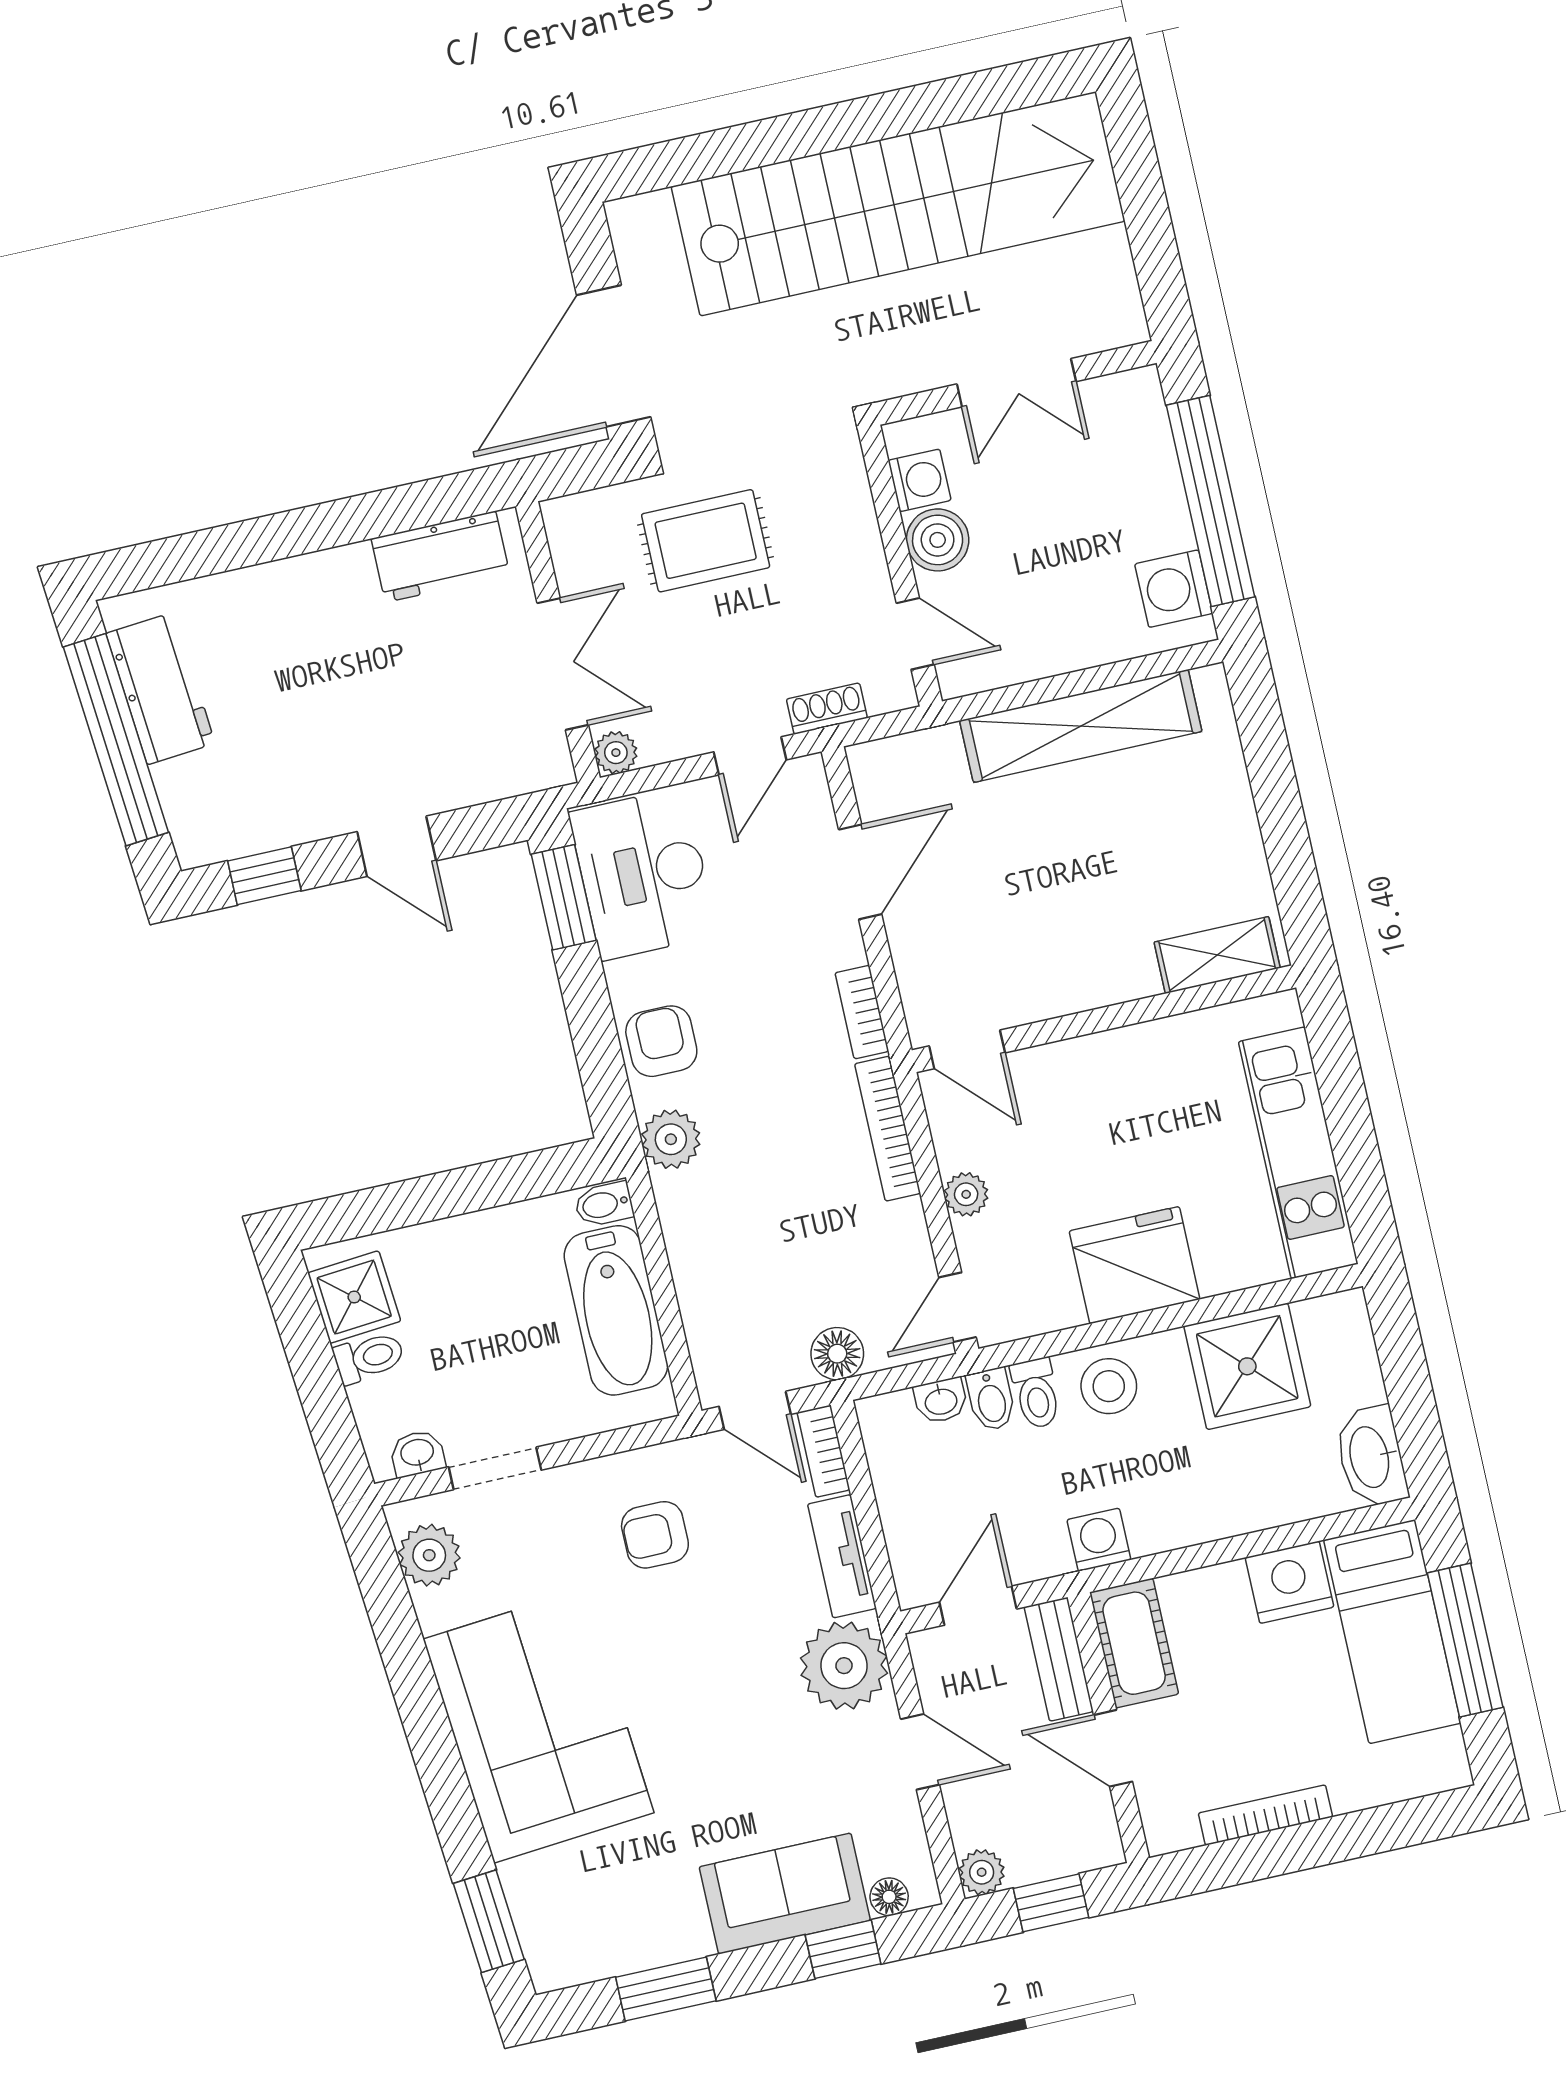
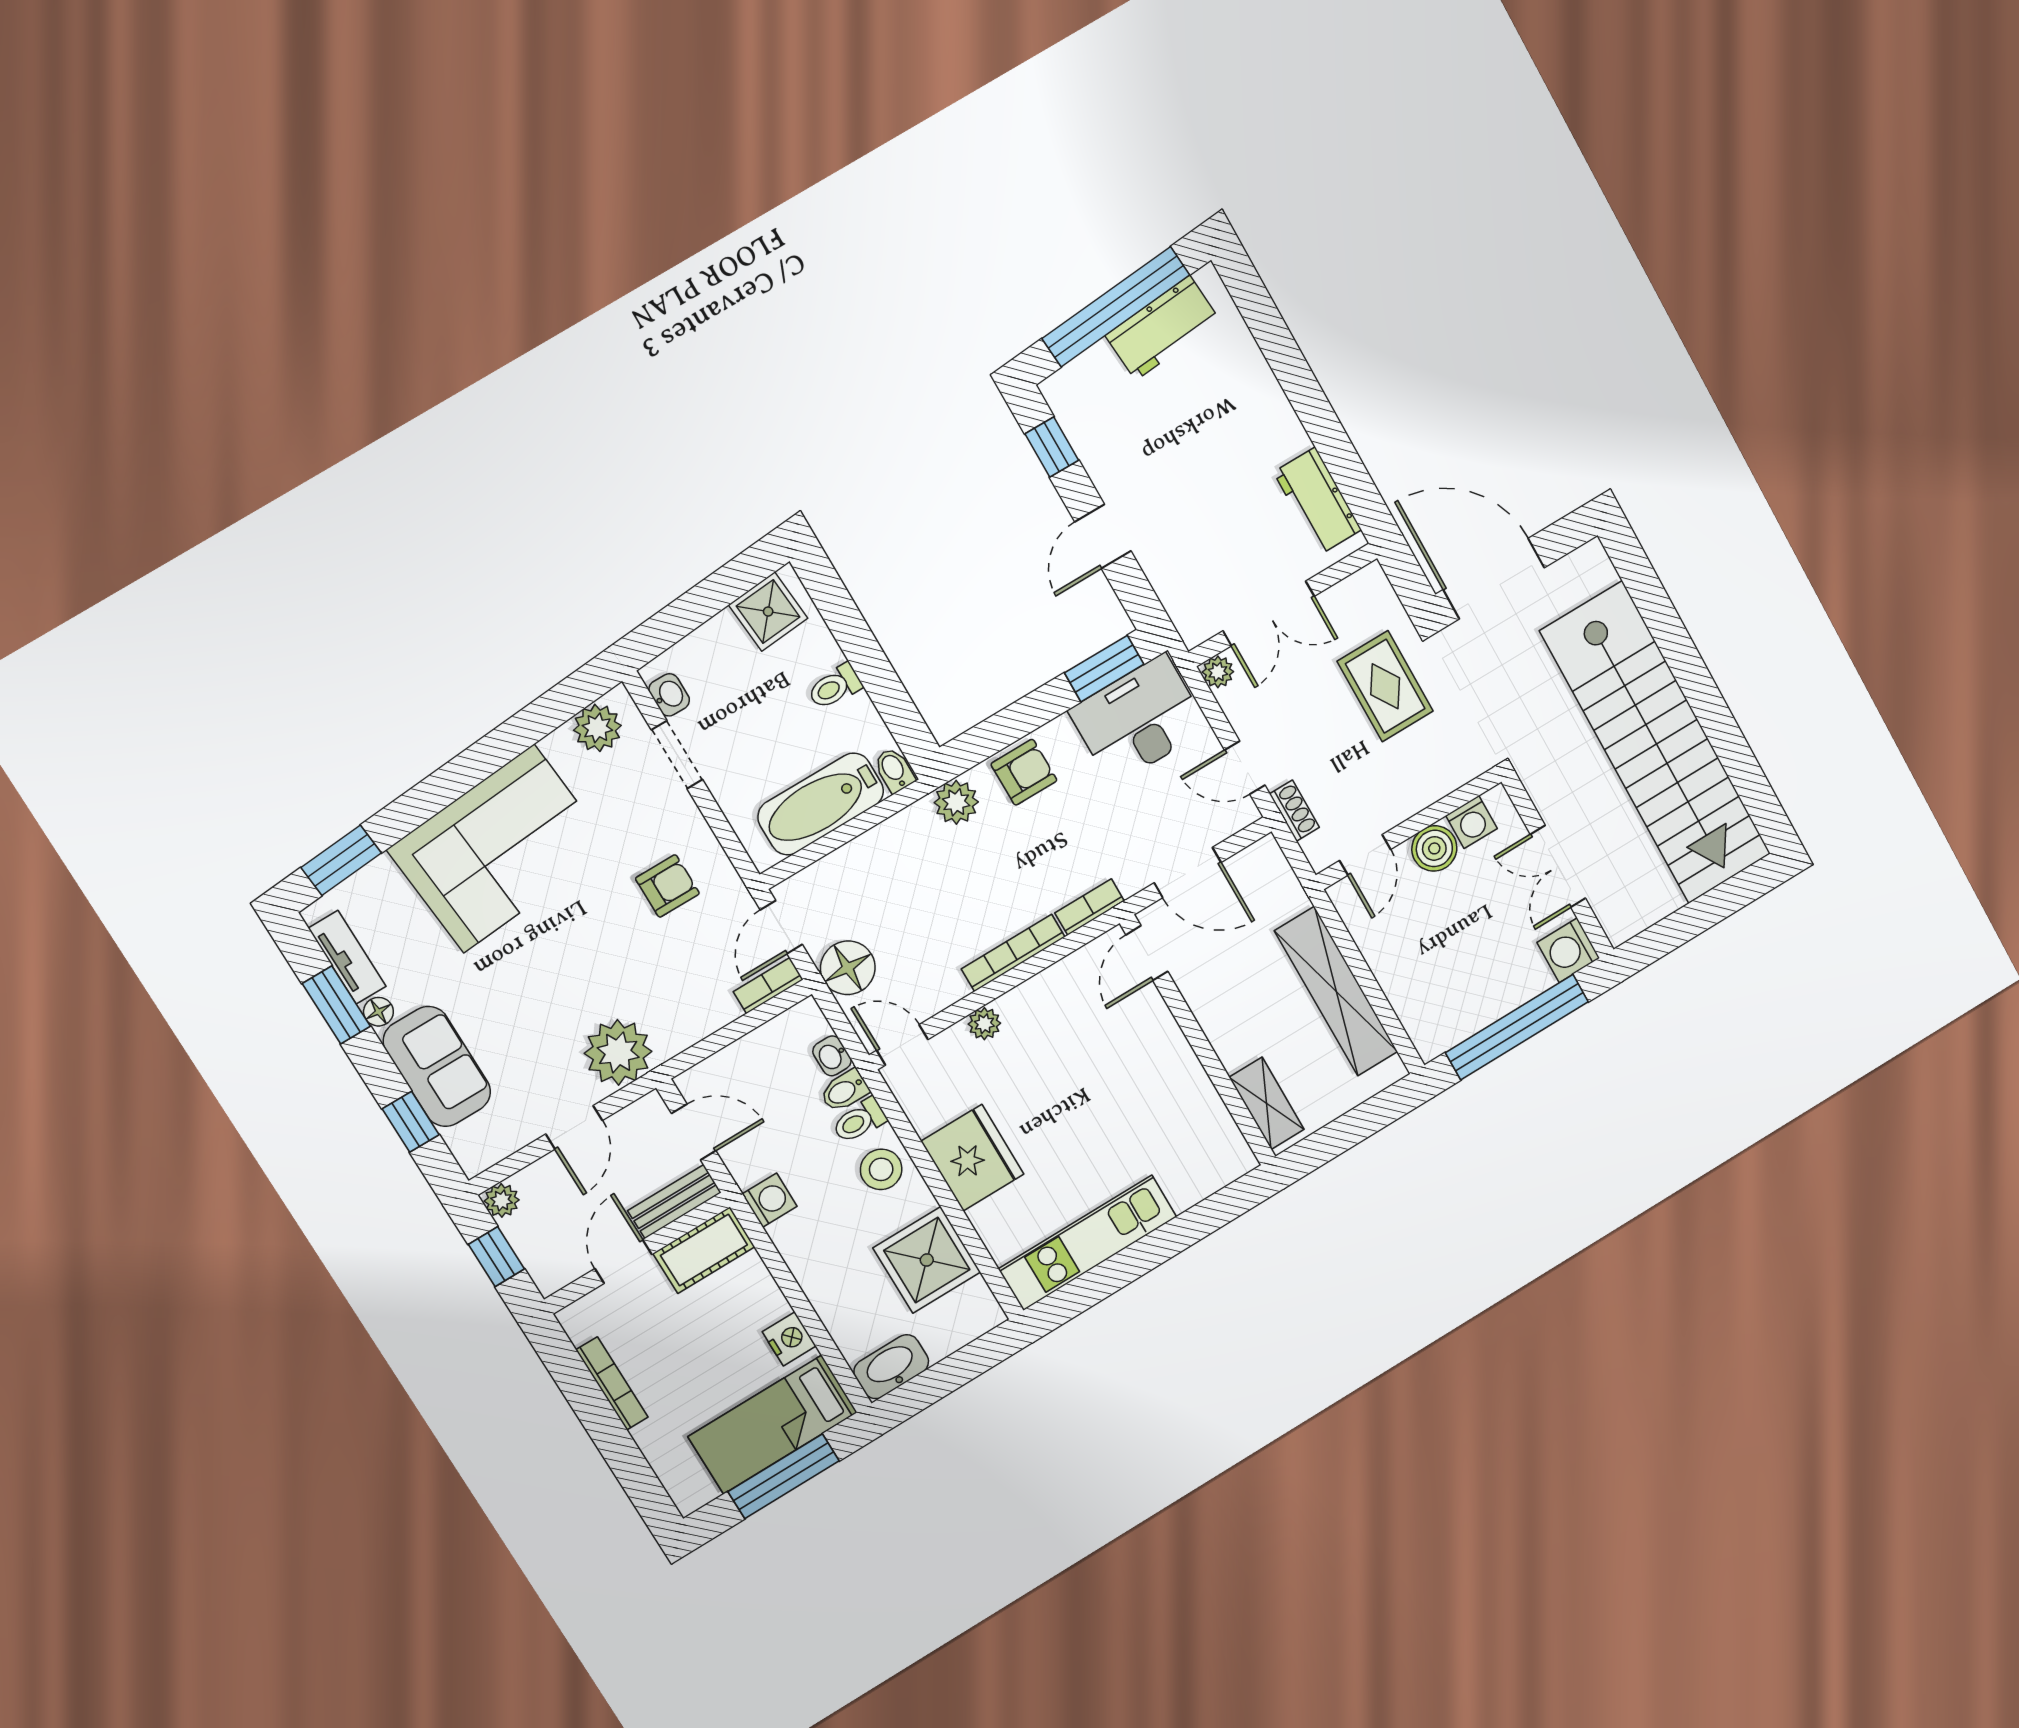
washing machine: (1174, 589) -> (1568, 950), moved, turned -90
shelving: (1217, 955) -> (1267, 1103), moved
wall: (1104, 1019) -> (1198, 1041), moved
door: (967, 1049) -> (1147, 953), moved
floor lamp: (837, 1354) -> (848, 968), width x1.38, depth x1.38
toilet: (369, 1357) -> (835, 687), moved, turned 95
armchair: (655, 1535) -> (667, 886), turned 90
tv unit: (842, 1556) -> (347, 957), moved, turned 90
nightstand: (1290, 1582) -> (789, 1339), width x0.74, depth x0.75
floor lamp: (889, 1897) -> (378, 1012), moved

